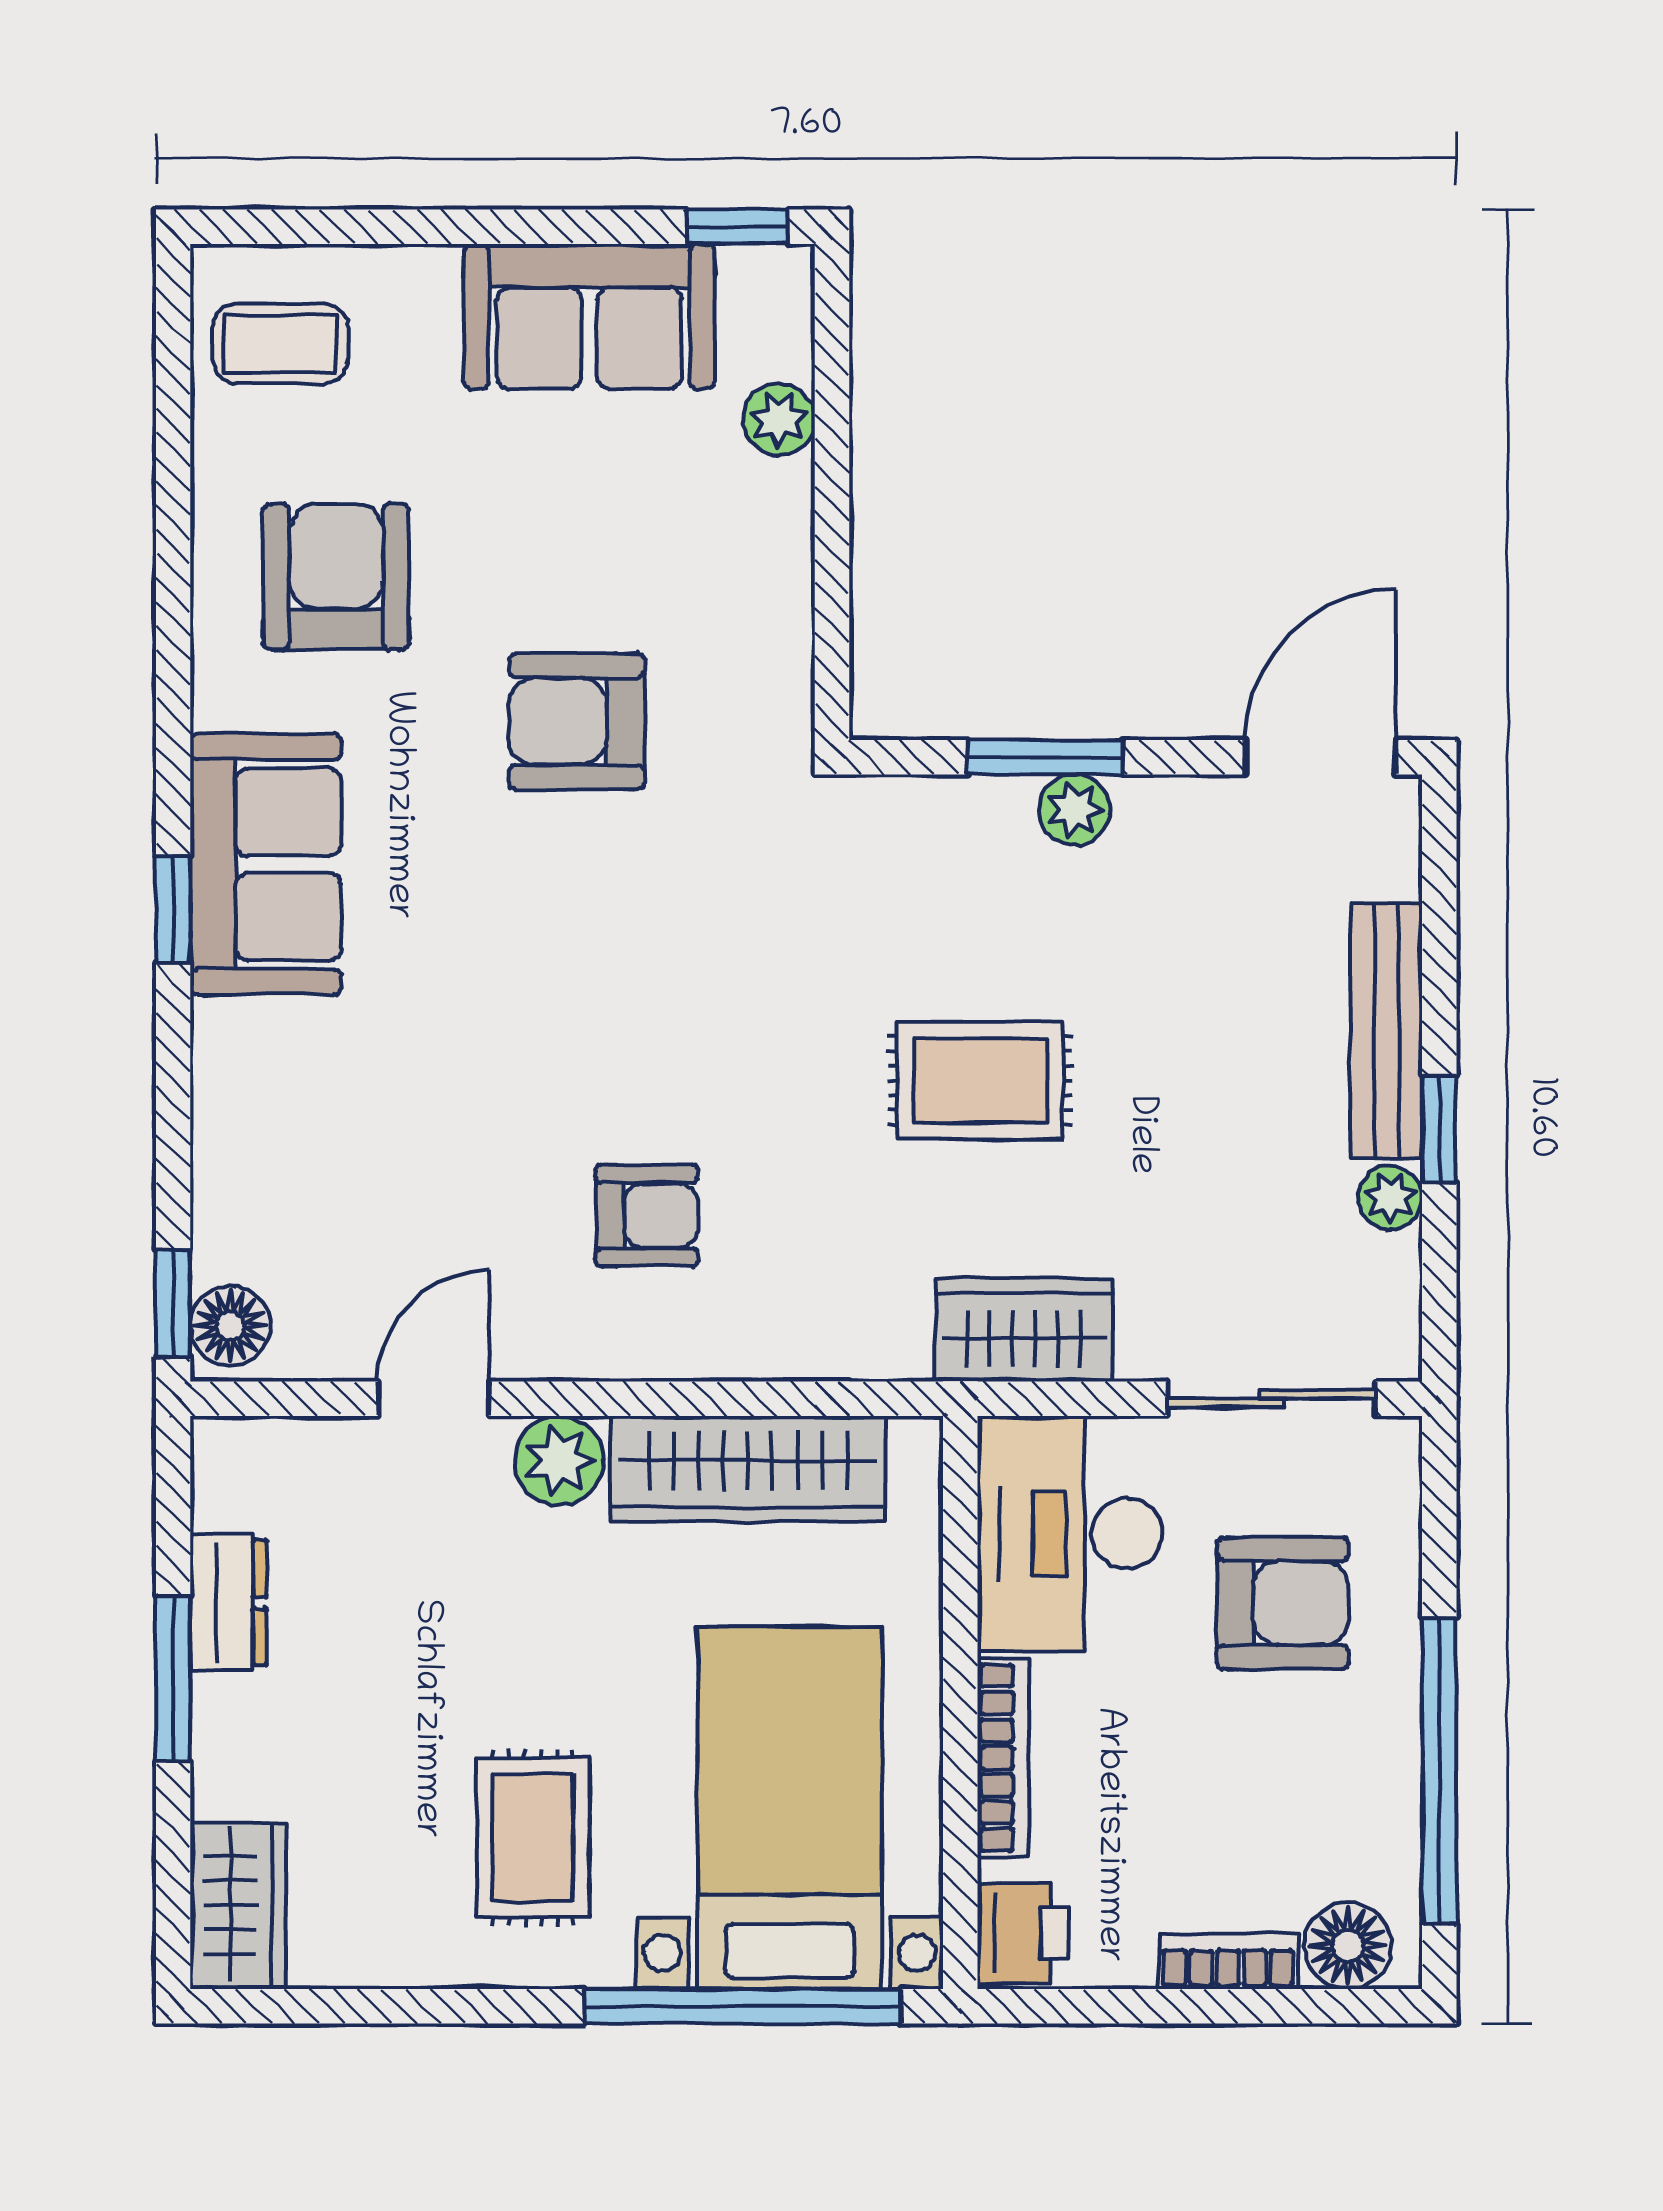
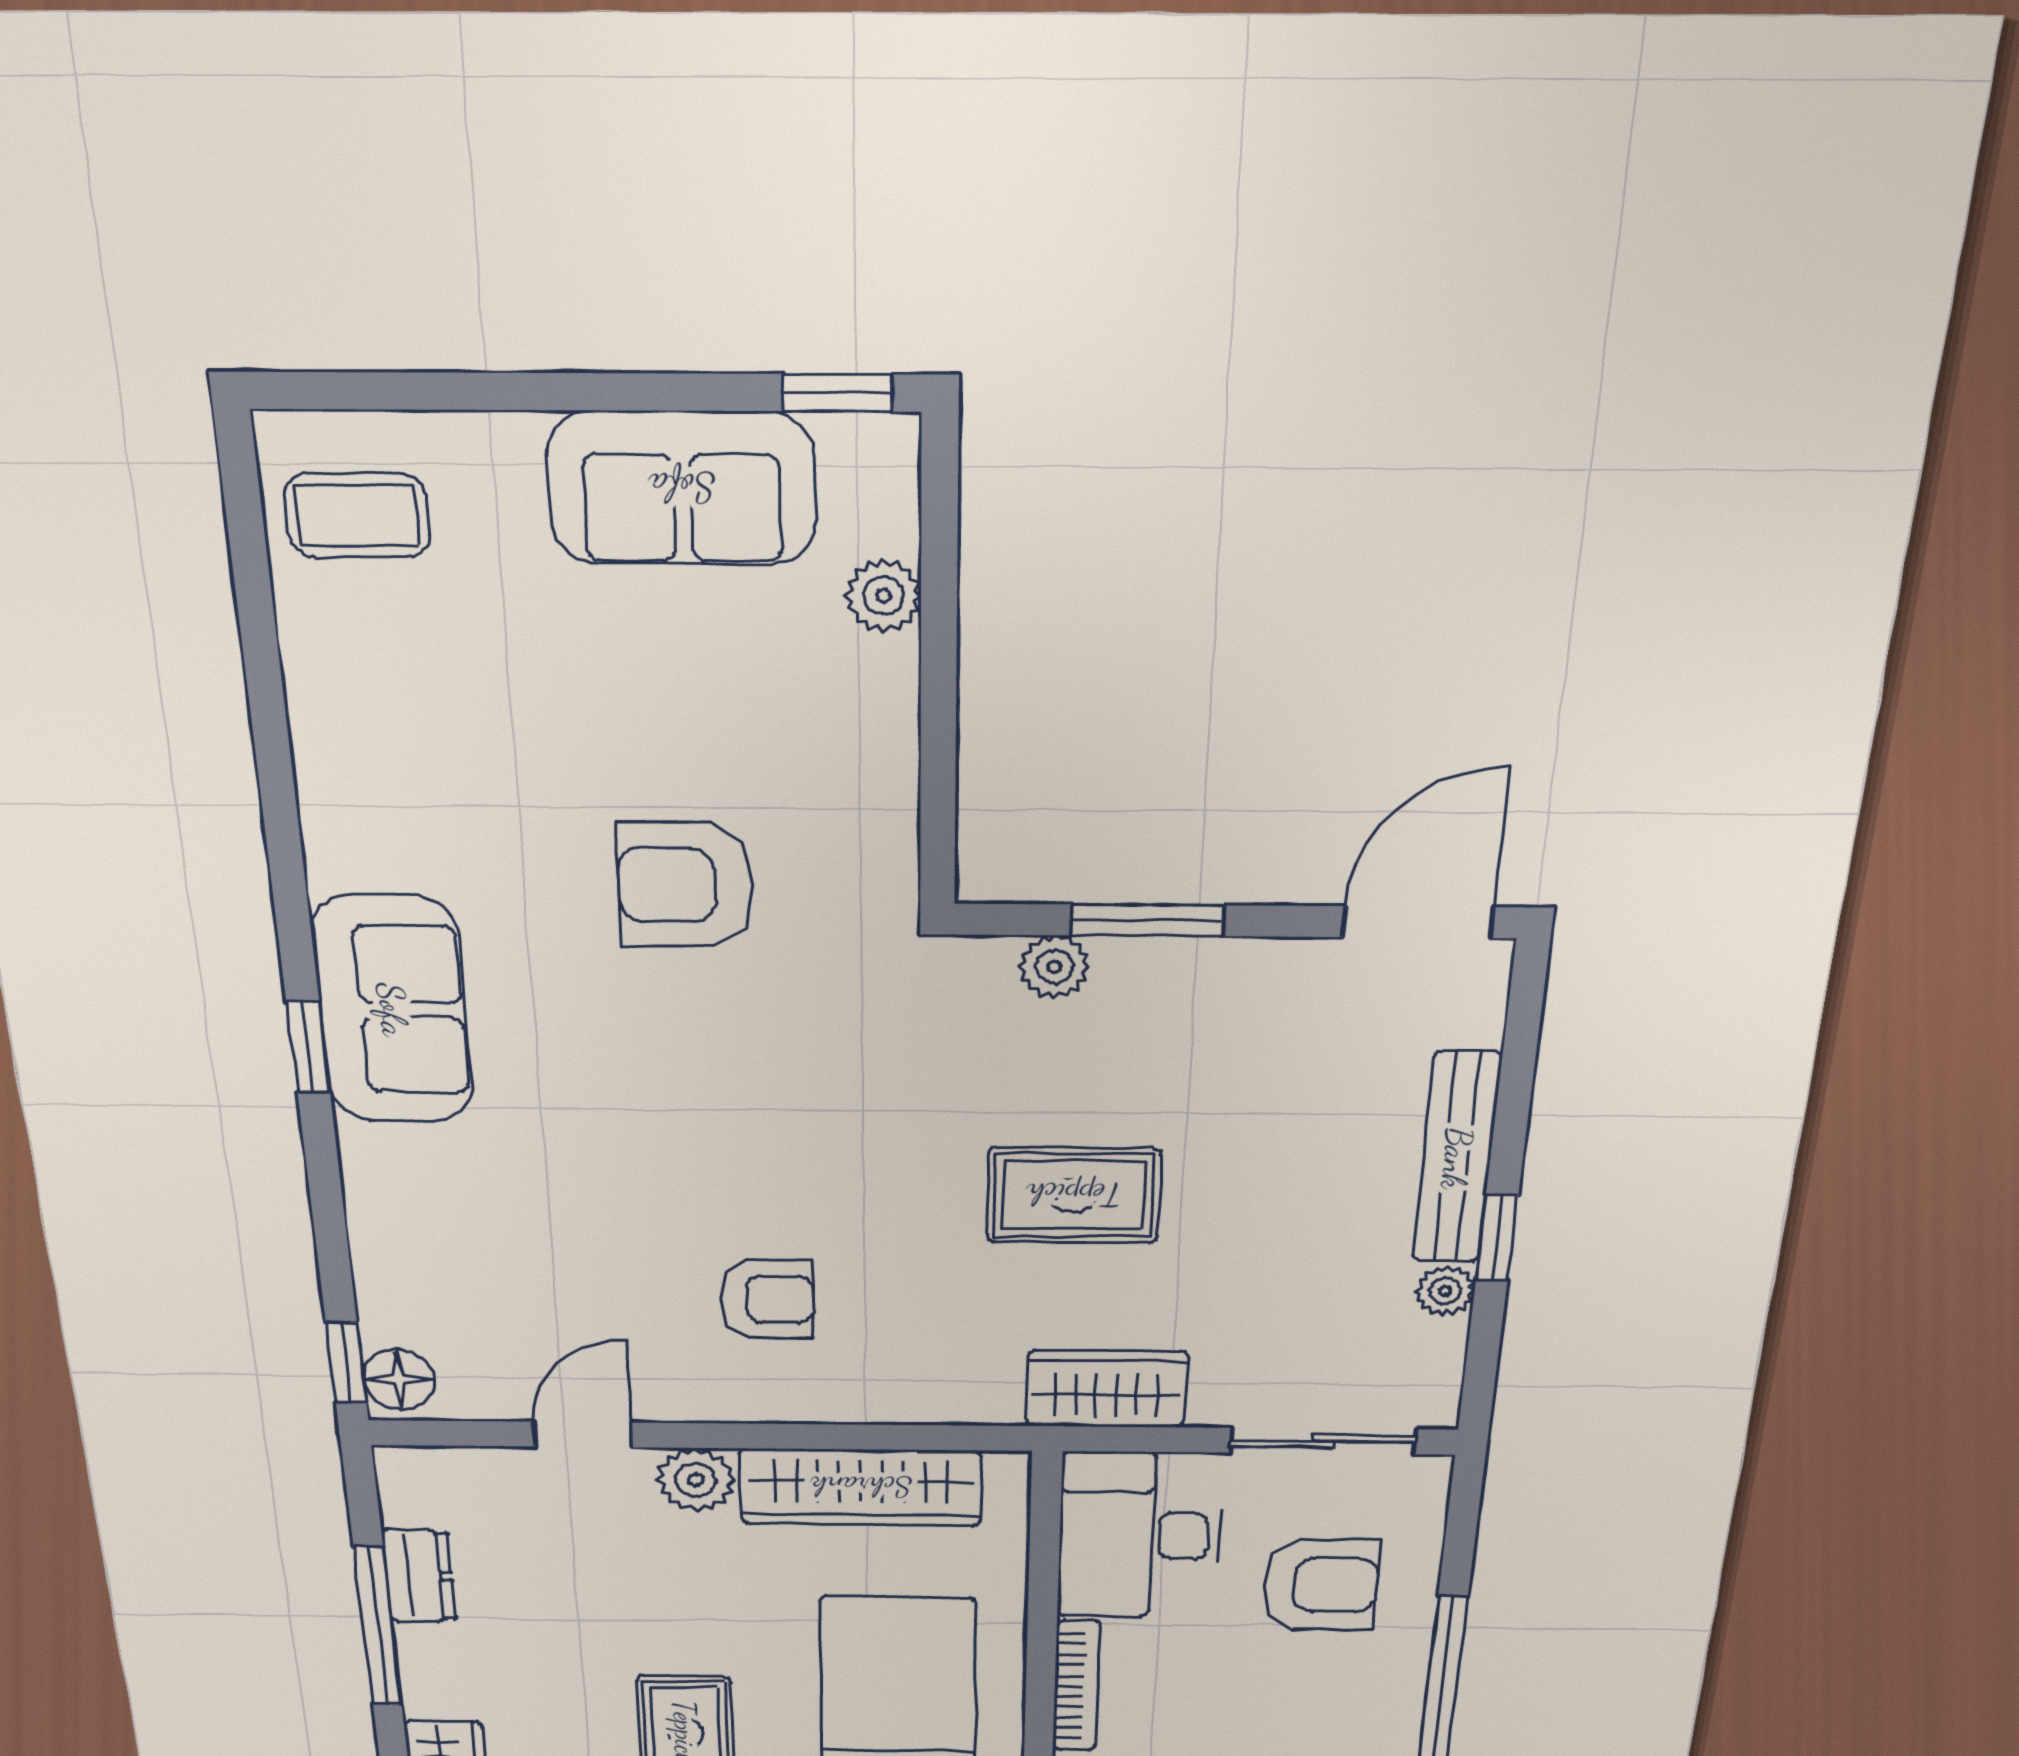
armchair: (336, 577) -> (437, 749), removed
plant: (1075, 810) -> (1054, 967), moved
window: (173, 1679) -> (378, 1627), width x1.44

